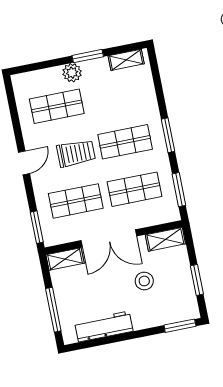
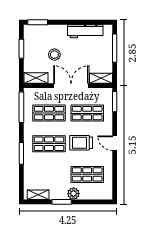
window: (168, 135) -> (21, 153), moved
door: (24, 163) -> (115, 143), hinge flipped
window: (179, 190) -> (21, 107), width x1.44

